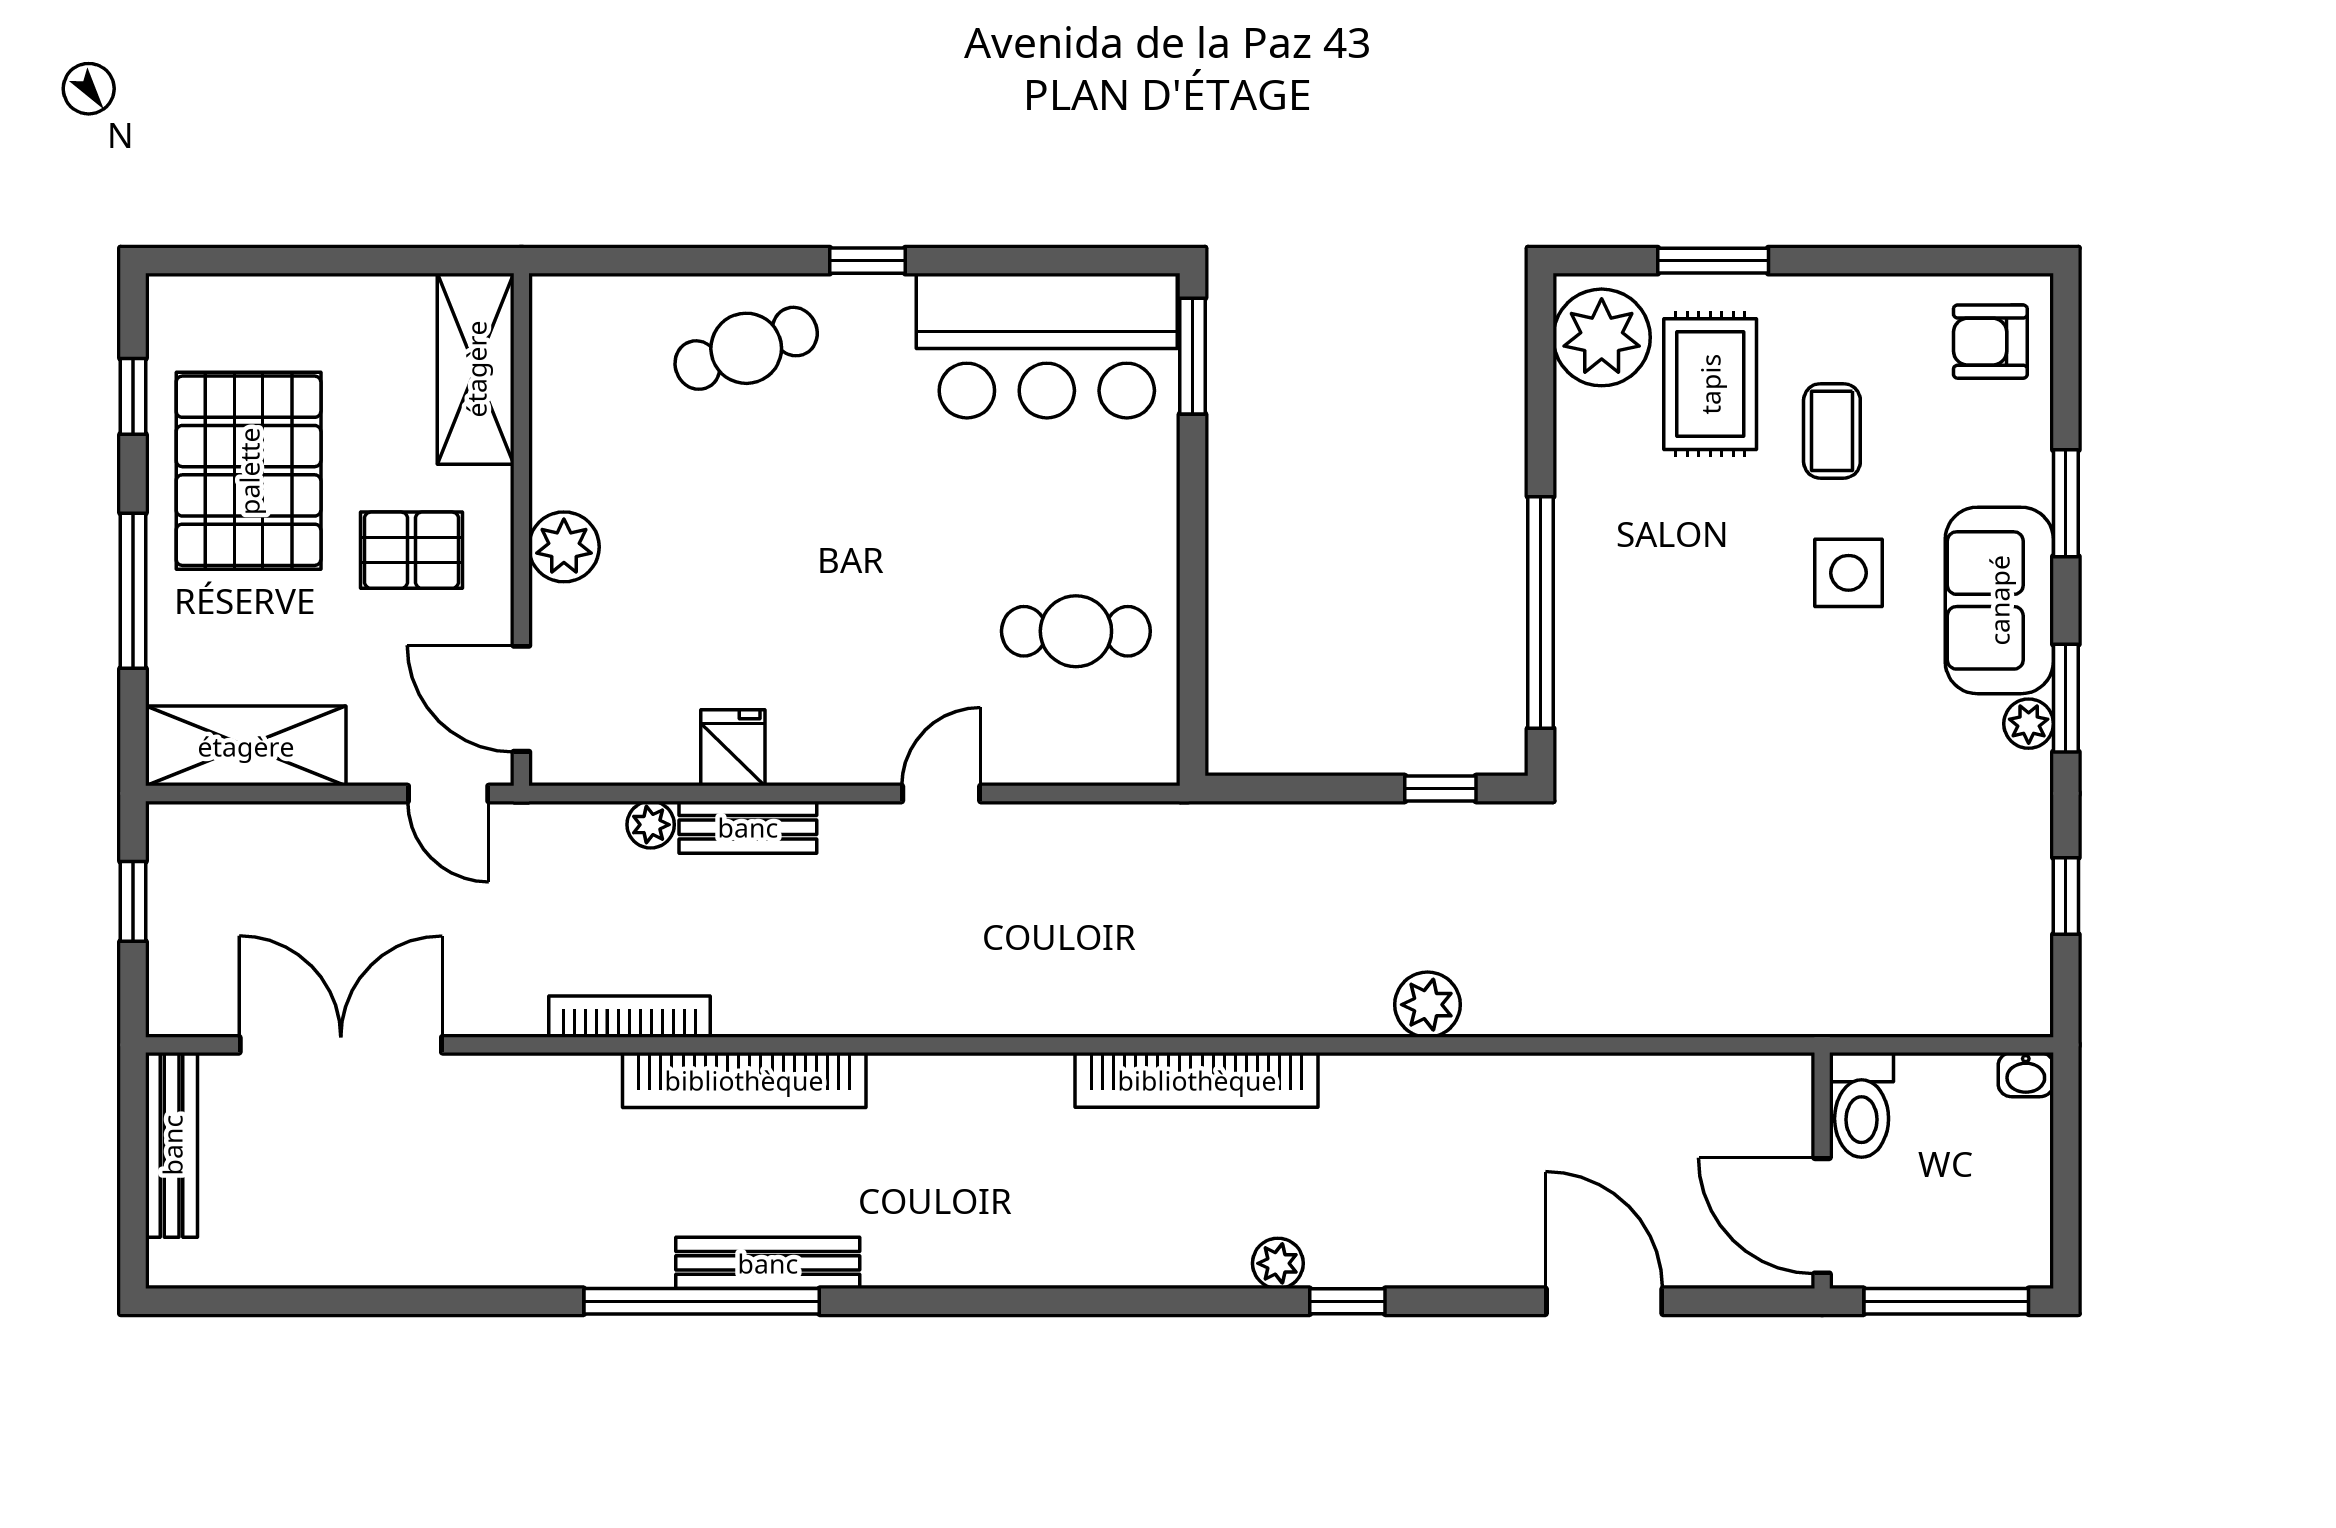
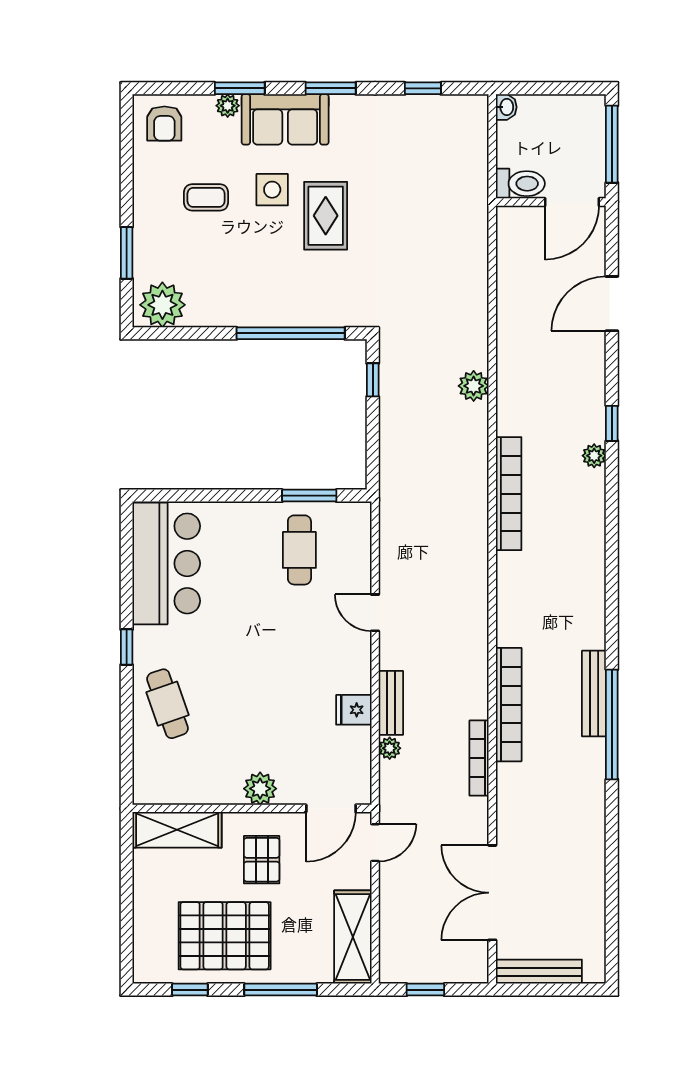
window: (1192, 356) -> (309, 496), moved
rug: (1710, 384) -> (326, 216), moved, turned 90
plant: (2029, 724) -> (228, 106), moved

